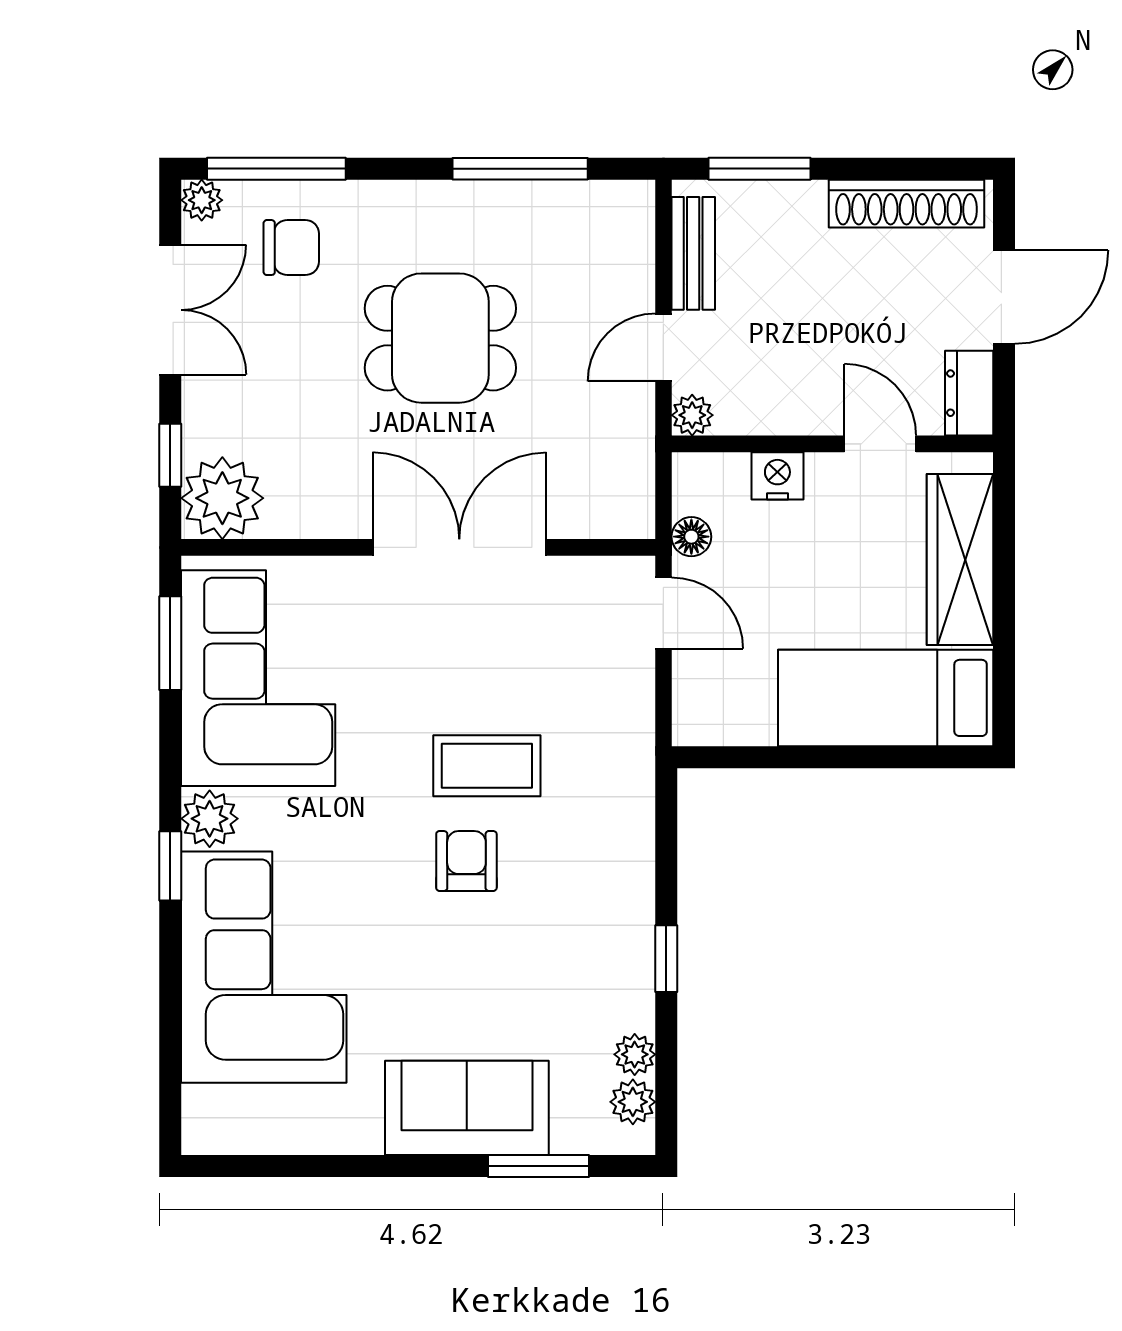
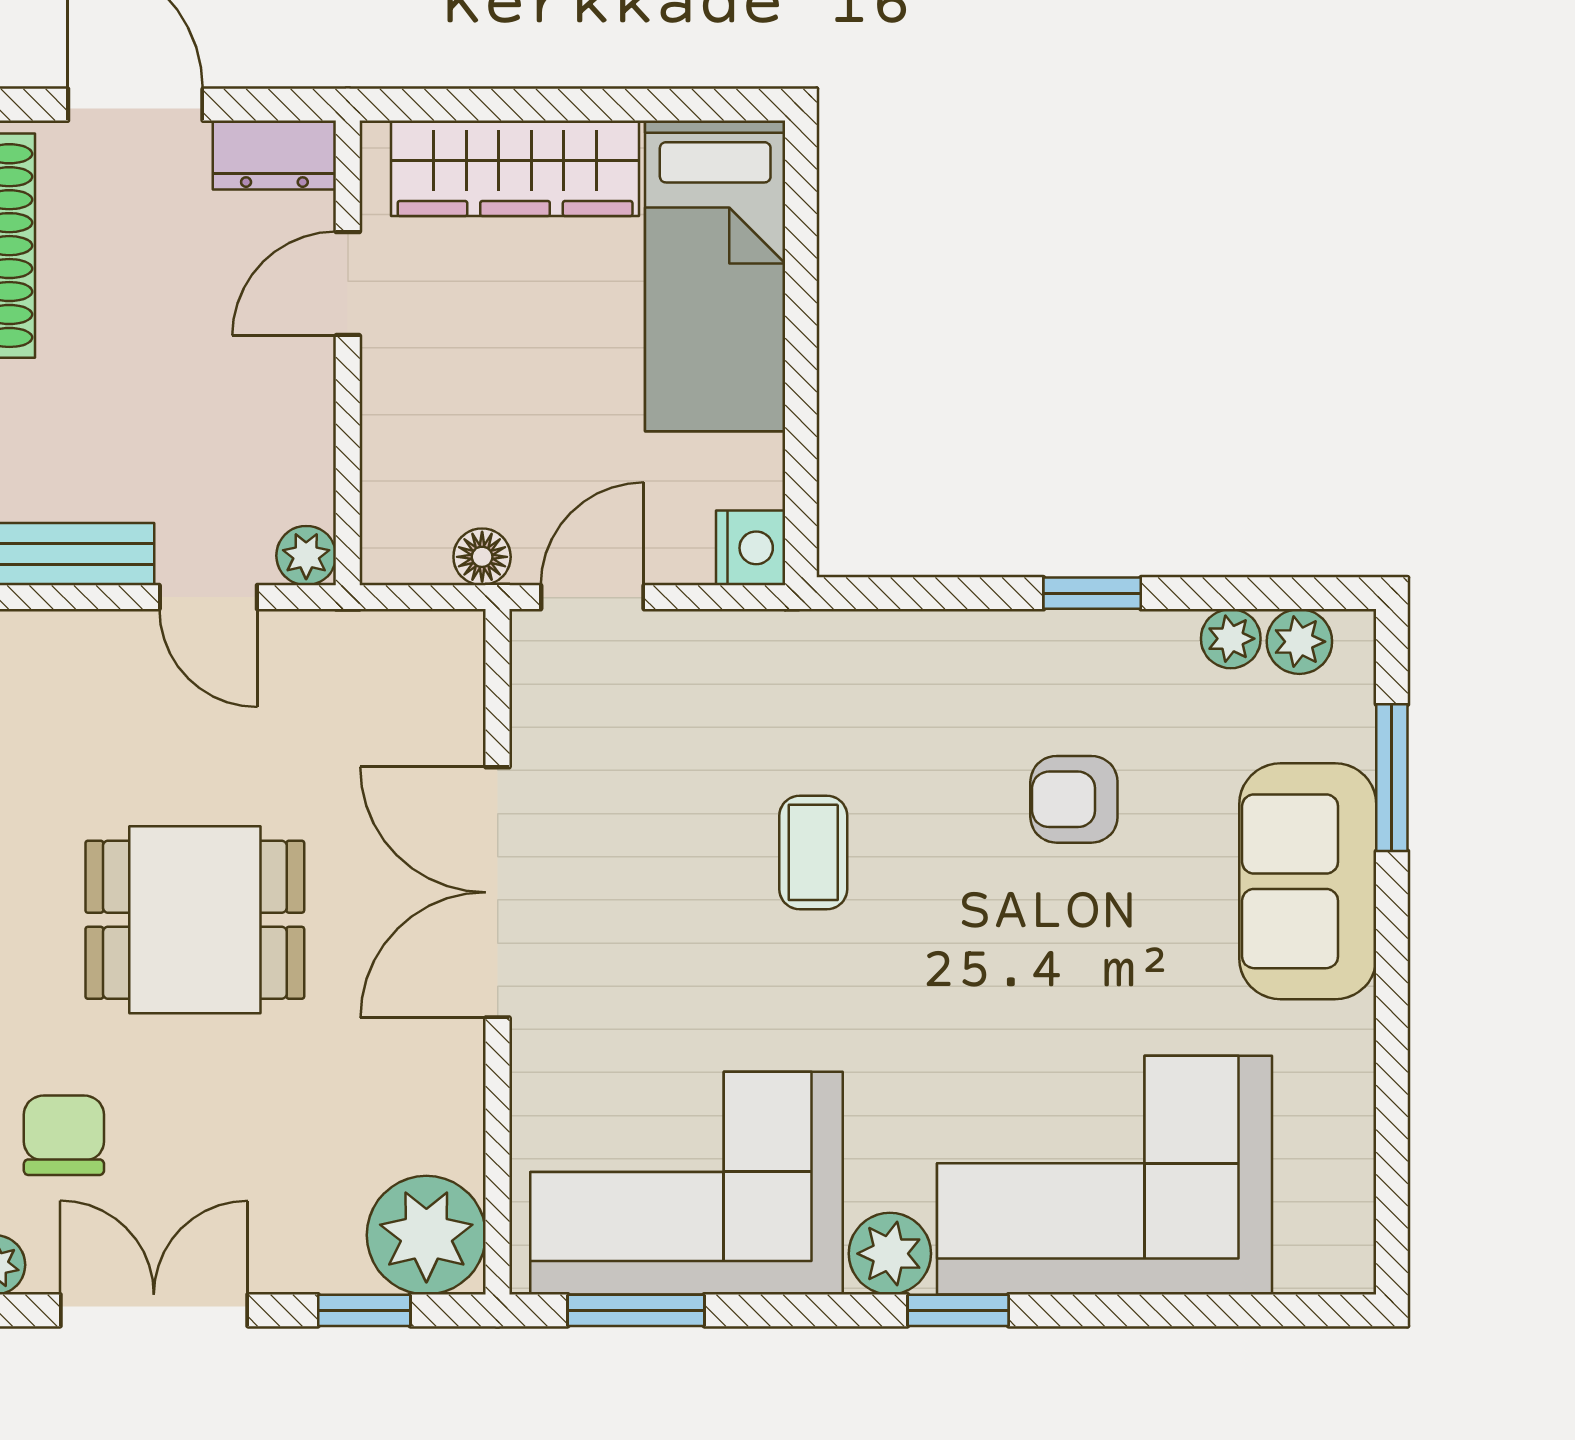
dining table: (440, 338) -> (195, 920), turned 90
nightstand: (777, 476) -> (751, 548), moved, turned 180
coffee table: (487, 766) -> (813, 852), width x0.73, depth x0.77
armchair: (466, 861) -> (1074, 799), moved

